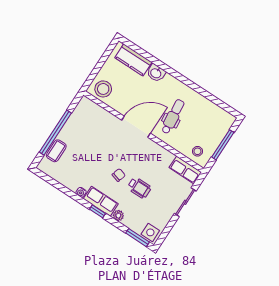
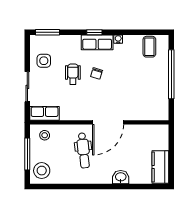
kitchen counter: (133, 60) -> (160, 167), moved, turned -90
stool: (103, 89) -> (42, 171), moved
coffee table: (56, 151) -> (149, 47), moved
wheelchair: (139, 188) -> (73, 74), turned 90
plant: (118, 215) -> (75, 40), removed
side table: (150, 232) -> (44, 61), moved

